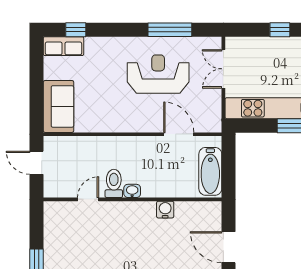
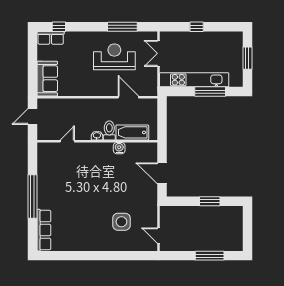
door: (37, 163) -> (33, 117), hinge flipped
bathtub: (210, 171) -> (132, 132), moved, turned 90
toilet: (114, 183) -> (109, 130), moved

